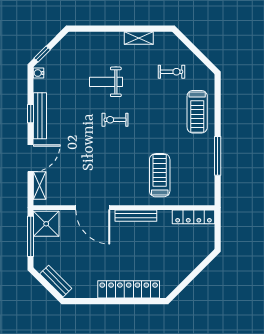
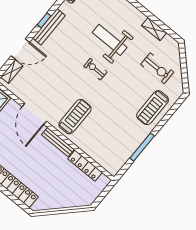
exercise bike: (171, 72) -> (157, 68), width x1.38, depth x1.39
weight bench: (106, 82) -> (110, 40), width x1.36, depth x1.33
treadmill: (160, 175) -> (75, 117), moved
locker: (194, 217) -> (85, 166), moved

